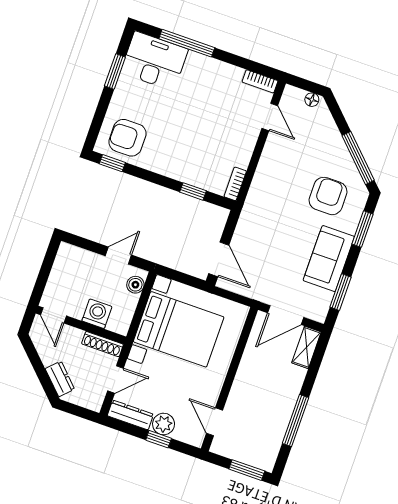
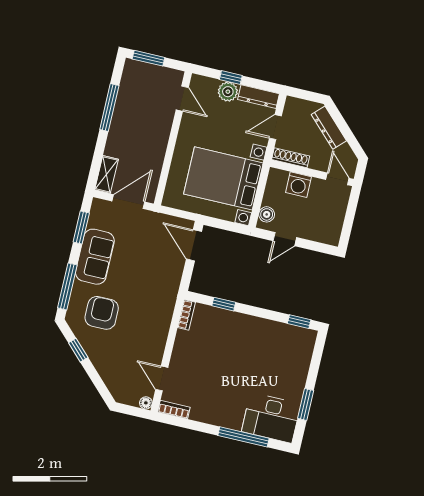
floor lamp: (312, 100) -> (146, 403), moved
armchair: (127, 138) -> (288, 346), removed
window: (358, 158) -> (78, 350), width x0.46
armchair: (328, 196) -> (102, 313), turned 180
window: (363, 229) -> (67, 286), width x1.44
dresser: (60, 379) -> (329, 128), width x1.44

